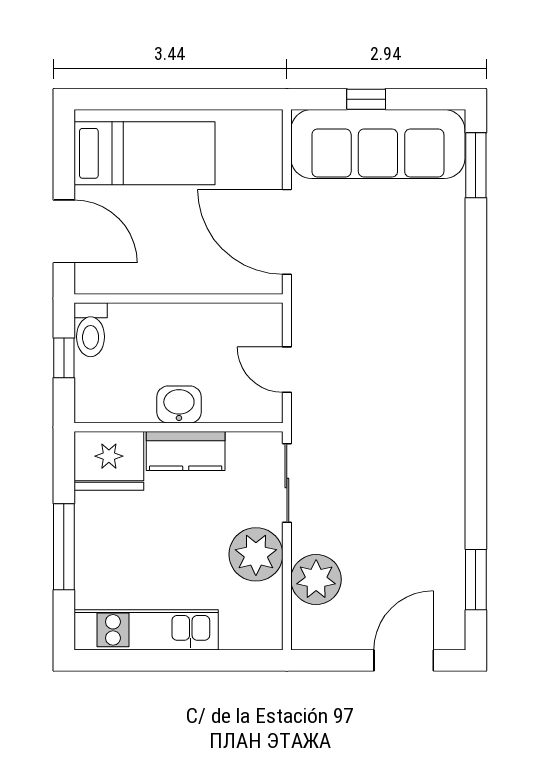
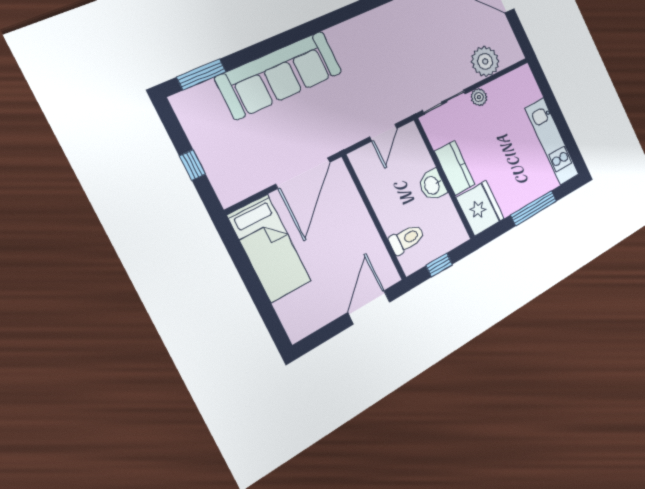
sofa: (378, 144) -> (280, 75), moved, turned 90
bed: (144, 153) -> (269, 248), moved, turned 180
toilet: (91, 330) -> (407, 239), moved
plant: (256, 554) -> (479, 97), width x0.53, depth x0.53

